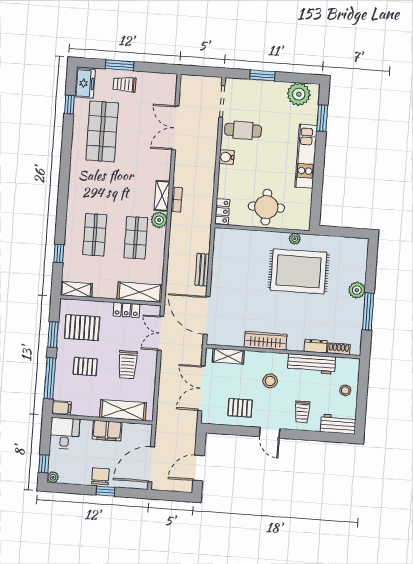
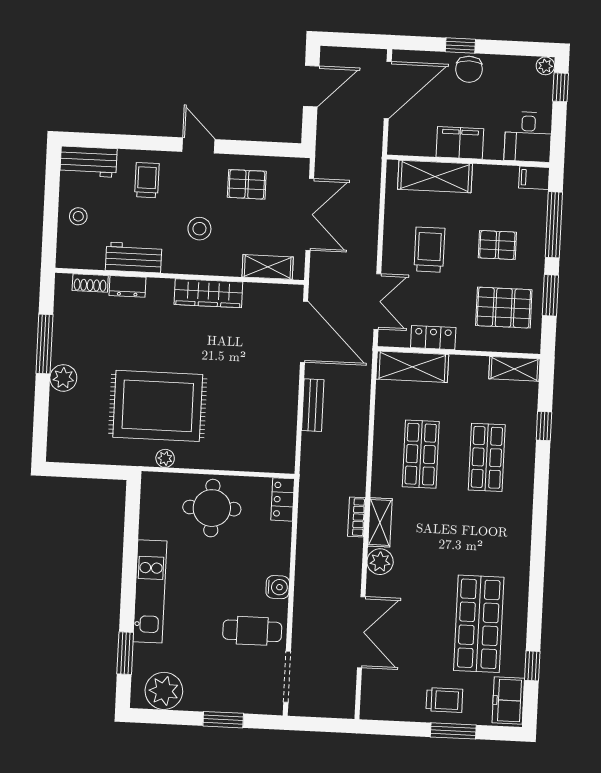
plant: (159, 220) -> (380, 562), moved
workbench: (311, 364) -> (134, 257), width x0.73

